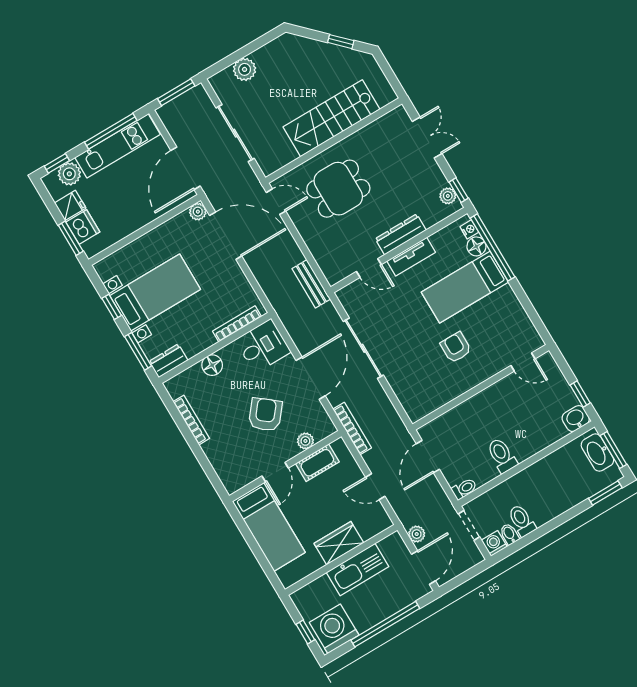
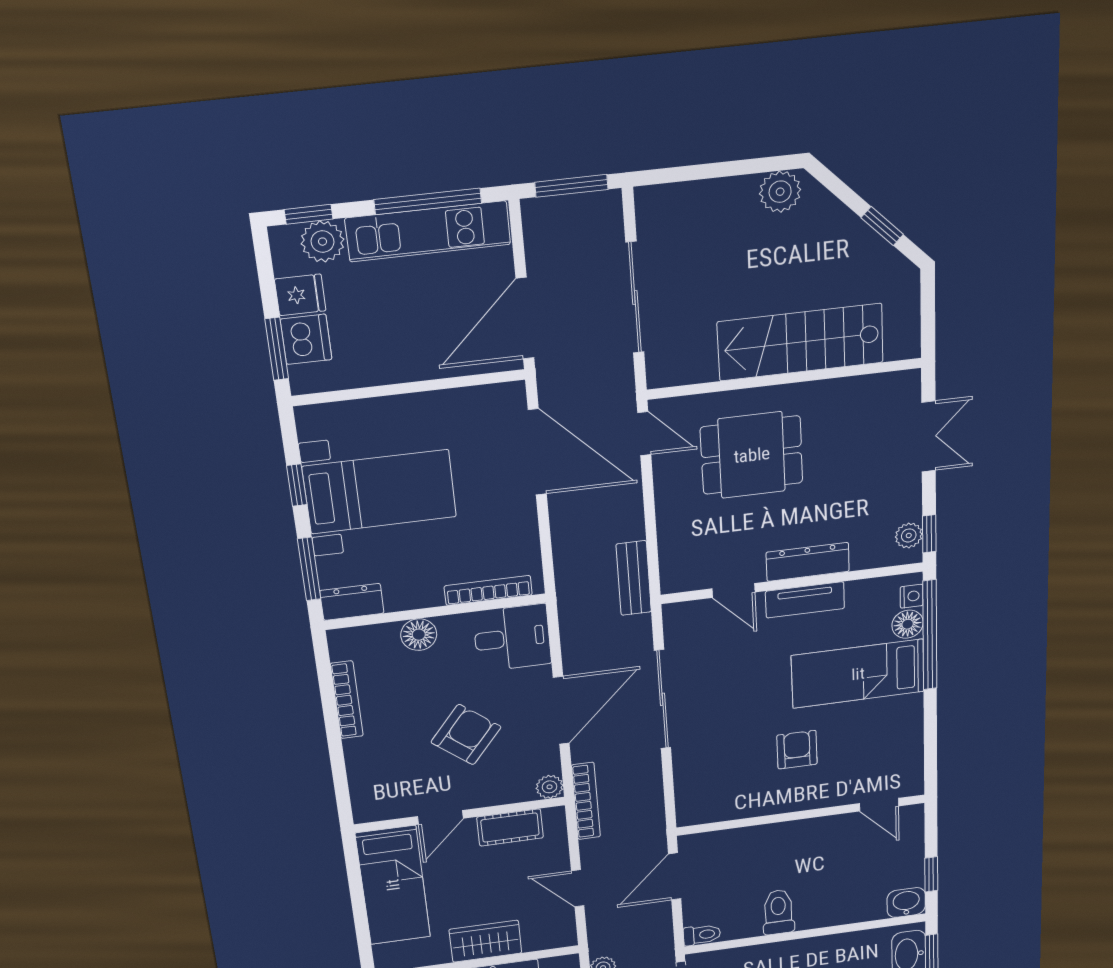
plant: (245, 69) -> (780, 192), moved
plant: (198, 212) -> (511, 396), removed
plant: (305, 441) -> (550, 787), moved

